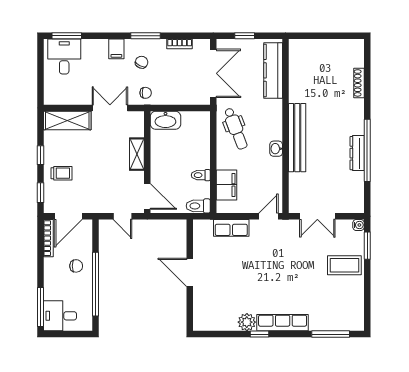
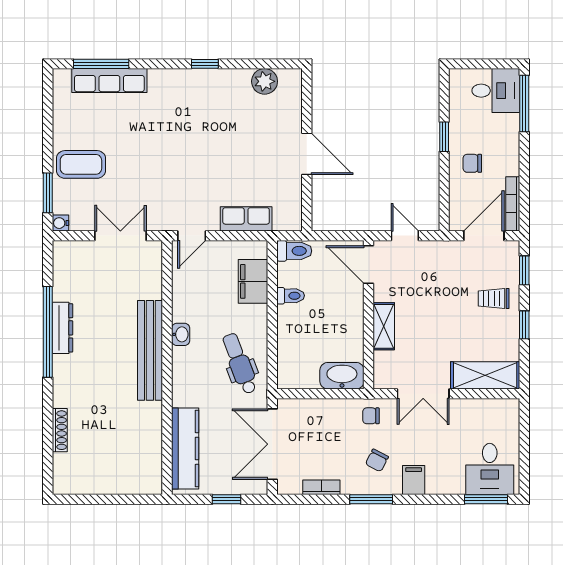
window: (95, 284) -> (444, 137), width x0.32
plant: (247, 322) -> (265, 81), moved
row of seats: (283, 323) -> (109, 81), moved

